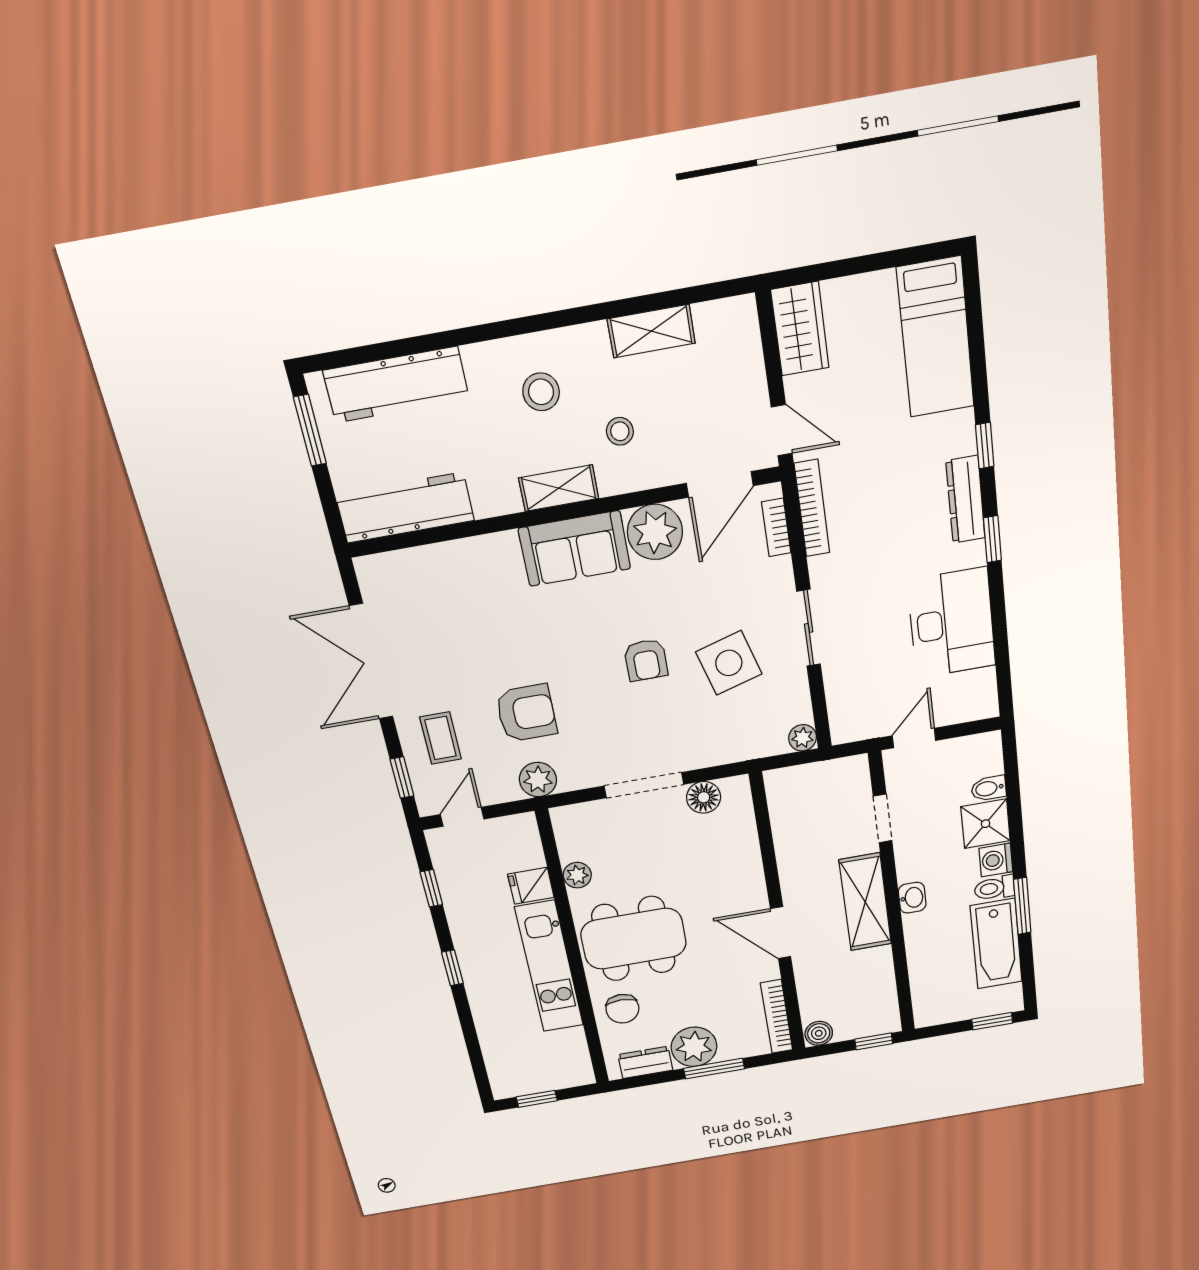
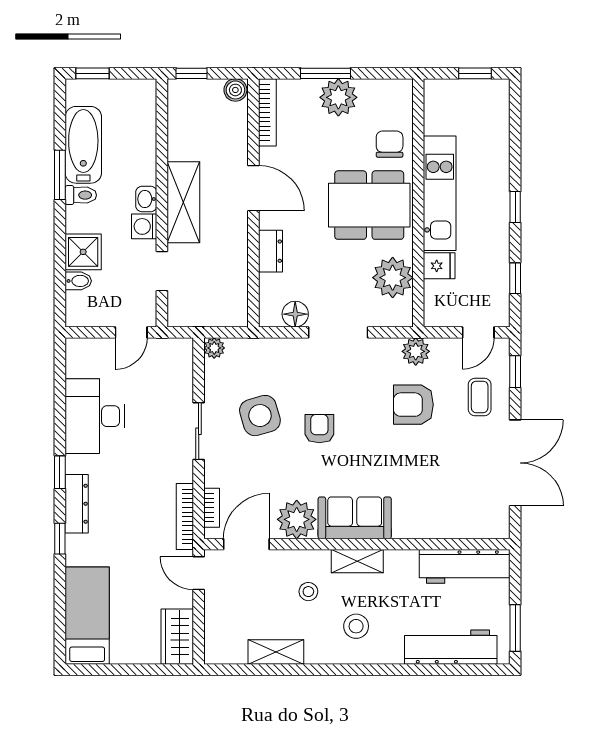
washing machine: (996, 860) -> (144, 226), moved, turned 180
plant: (577, 875) -> (393, 278), width x1.87, depth x1.87
dresser: (645, 1062) -> (271, 251), moved, turned -90

